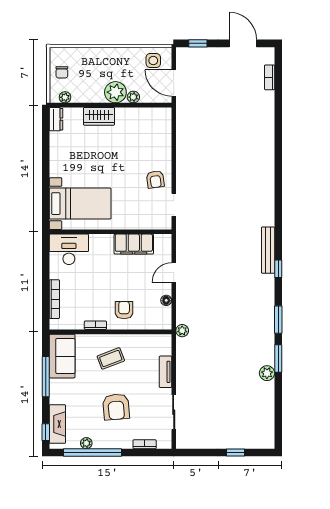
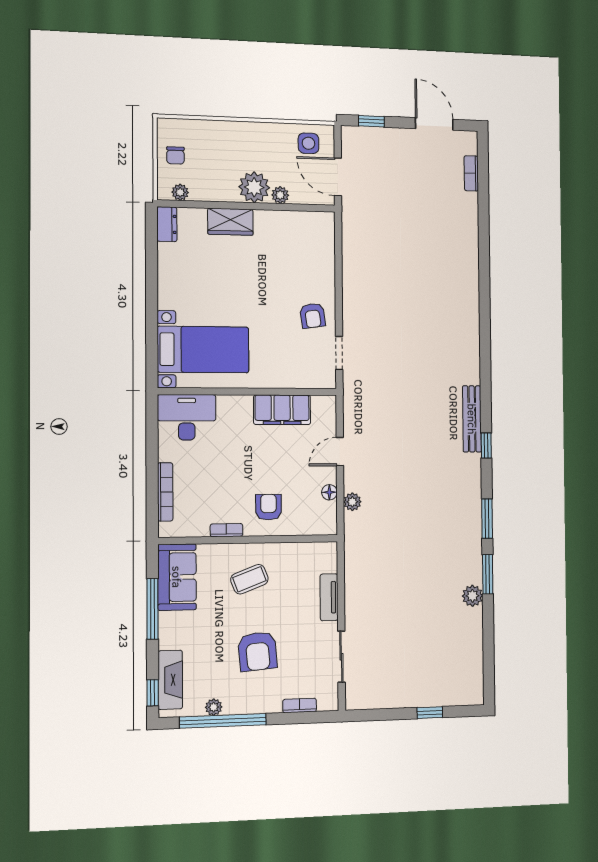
plant: (182, 331) -> (352, 502), moved

